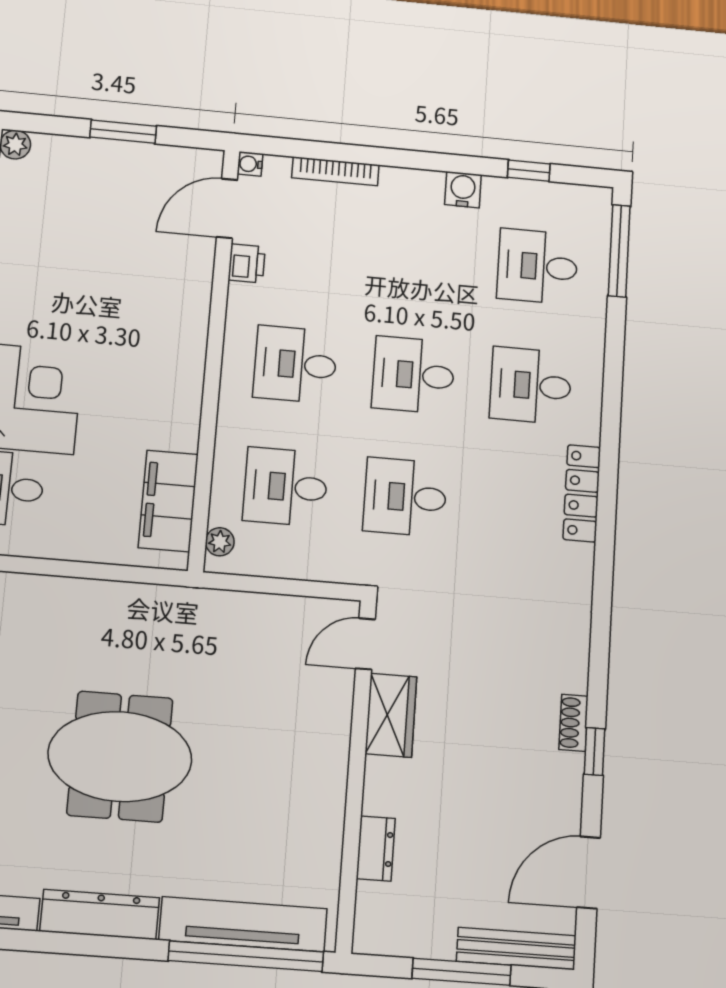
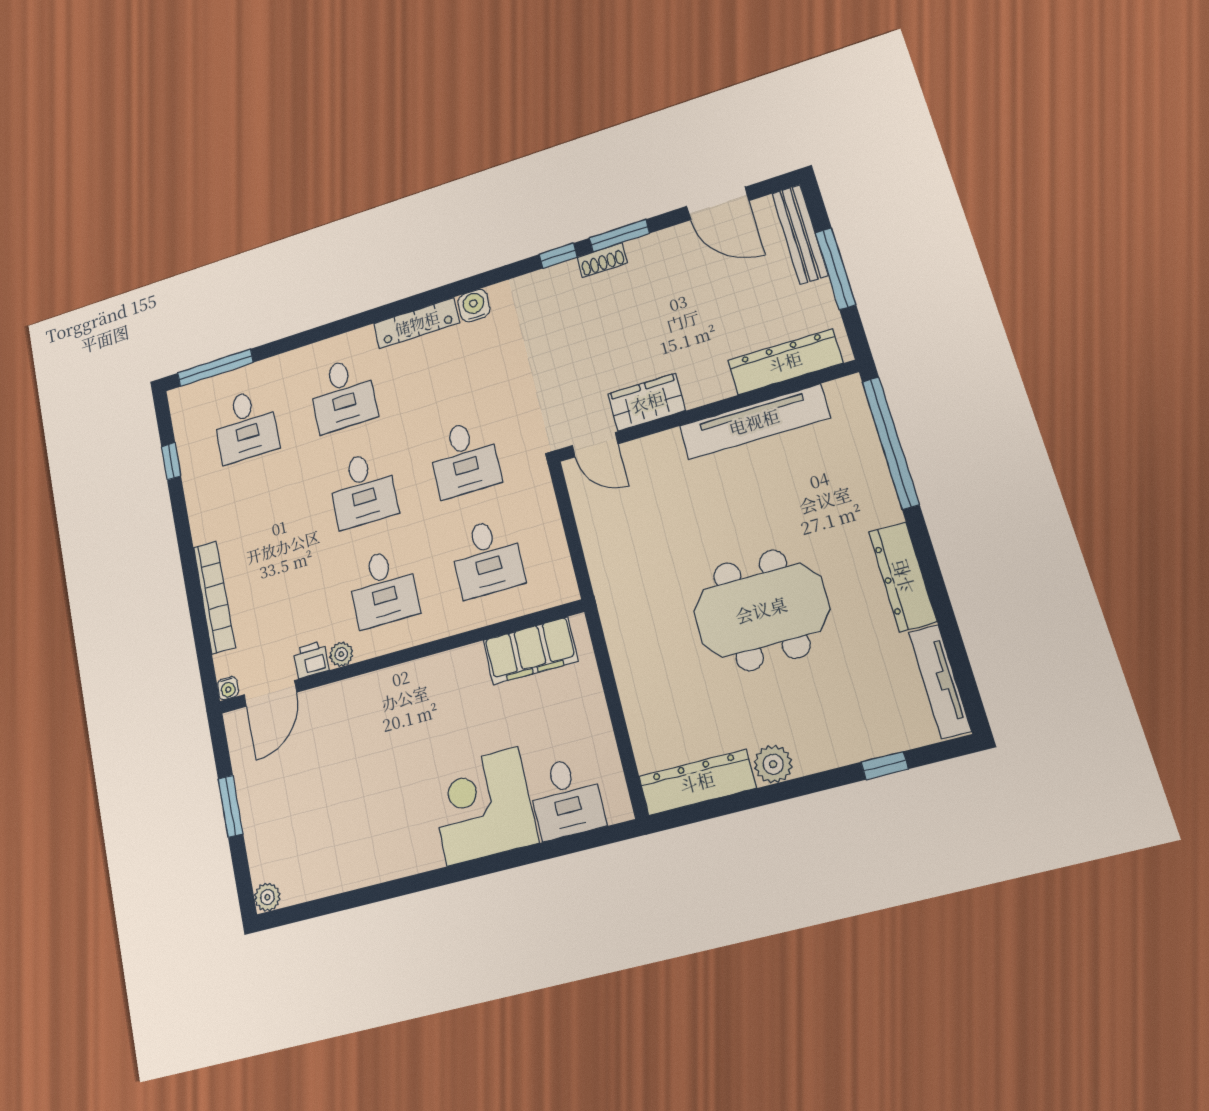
bookcase: (335, 171) -> (214, 597), width x1.48, depth x1.31
water cooler: (463, 190) -> (474, 306), moved, turned 90
door: (227, 208) -> (270, 693), hinge flipped
plant: (220, 542) -> (341, 654), moved
window: (598, 676) -> (558, 256), added
window: (595, 752) -> (619, 236), width x1.50
meeting table: (120, 756) -> (761, 610), turned 90
dresser: (376, 848) -> (785, 362), width x1.96, depth x1.24
tv unit: (243, 924) -> (754, 422), moved, turned -90

